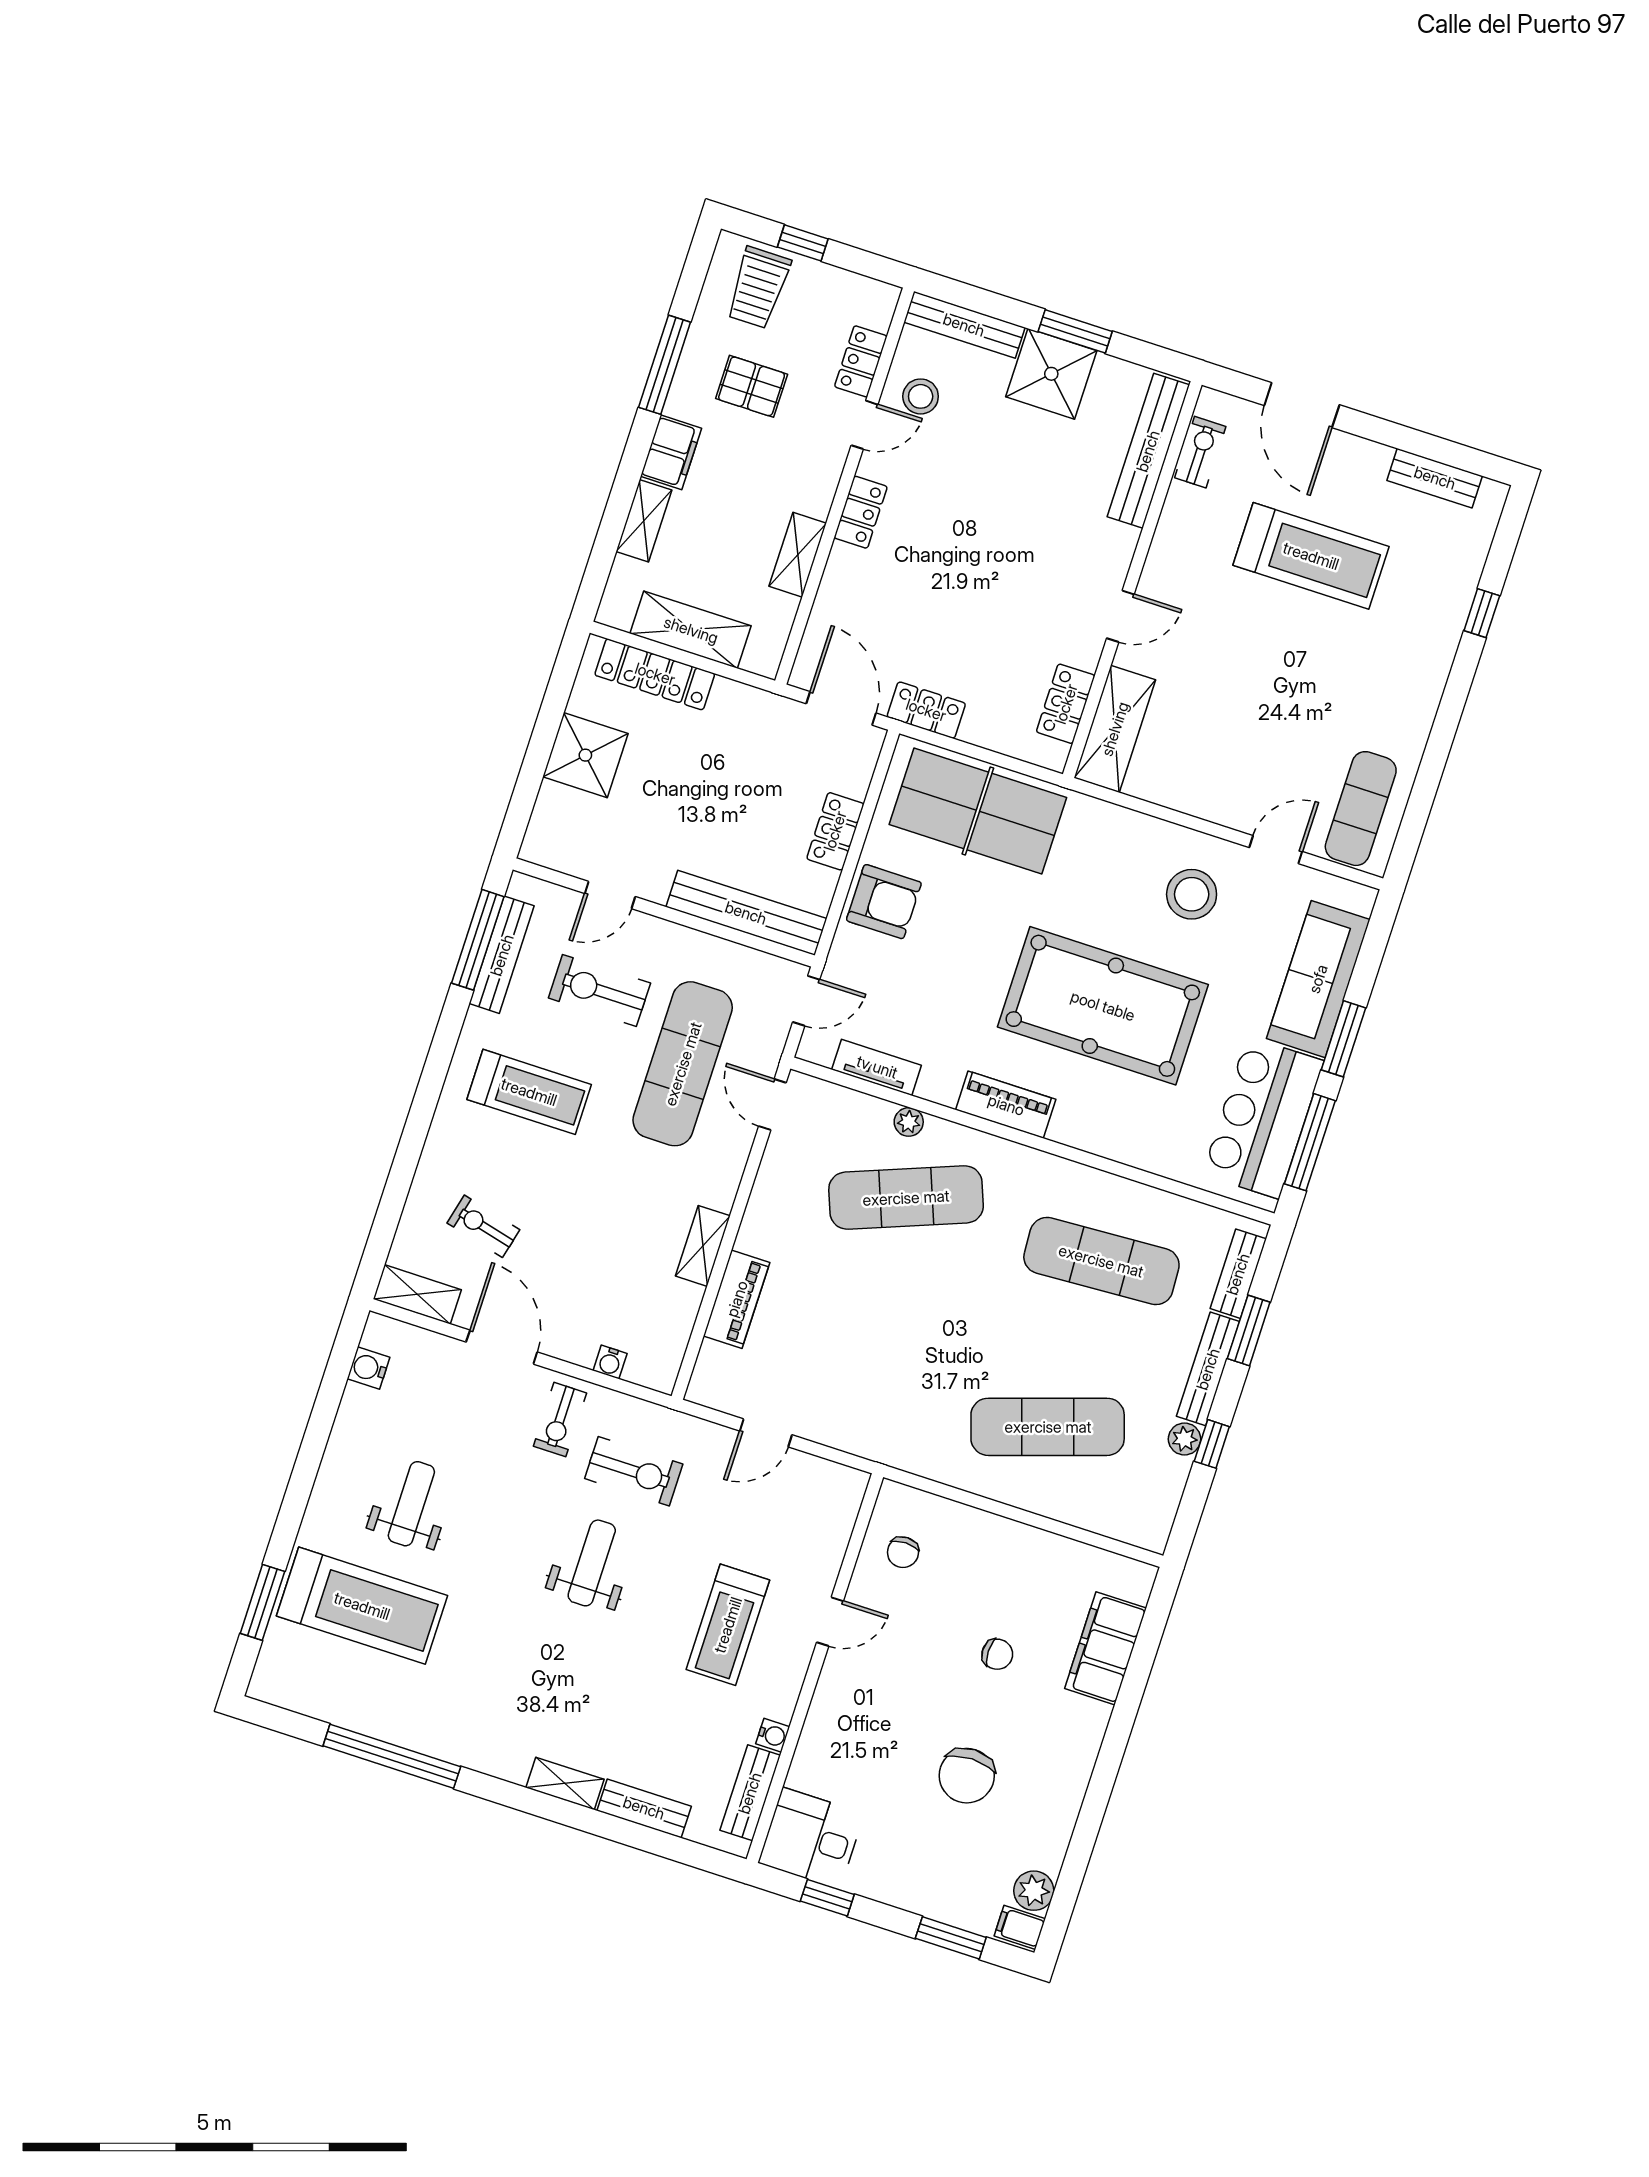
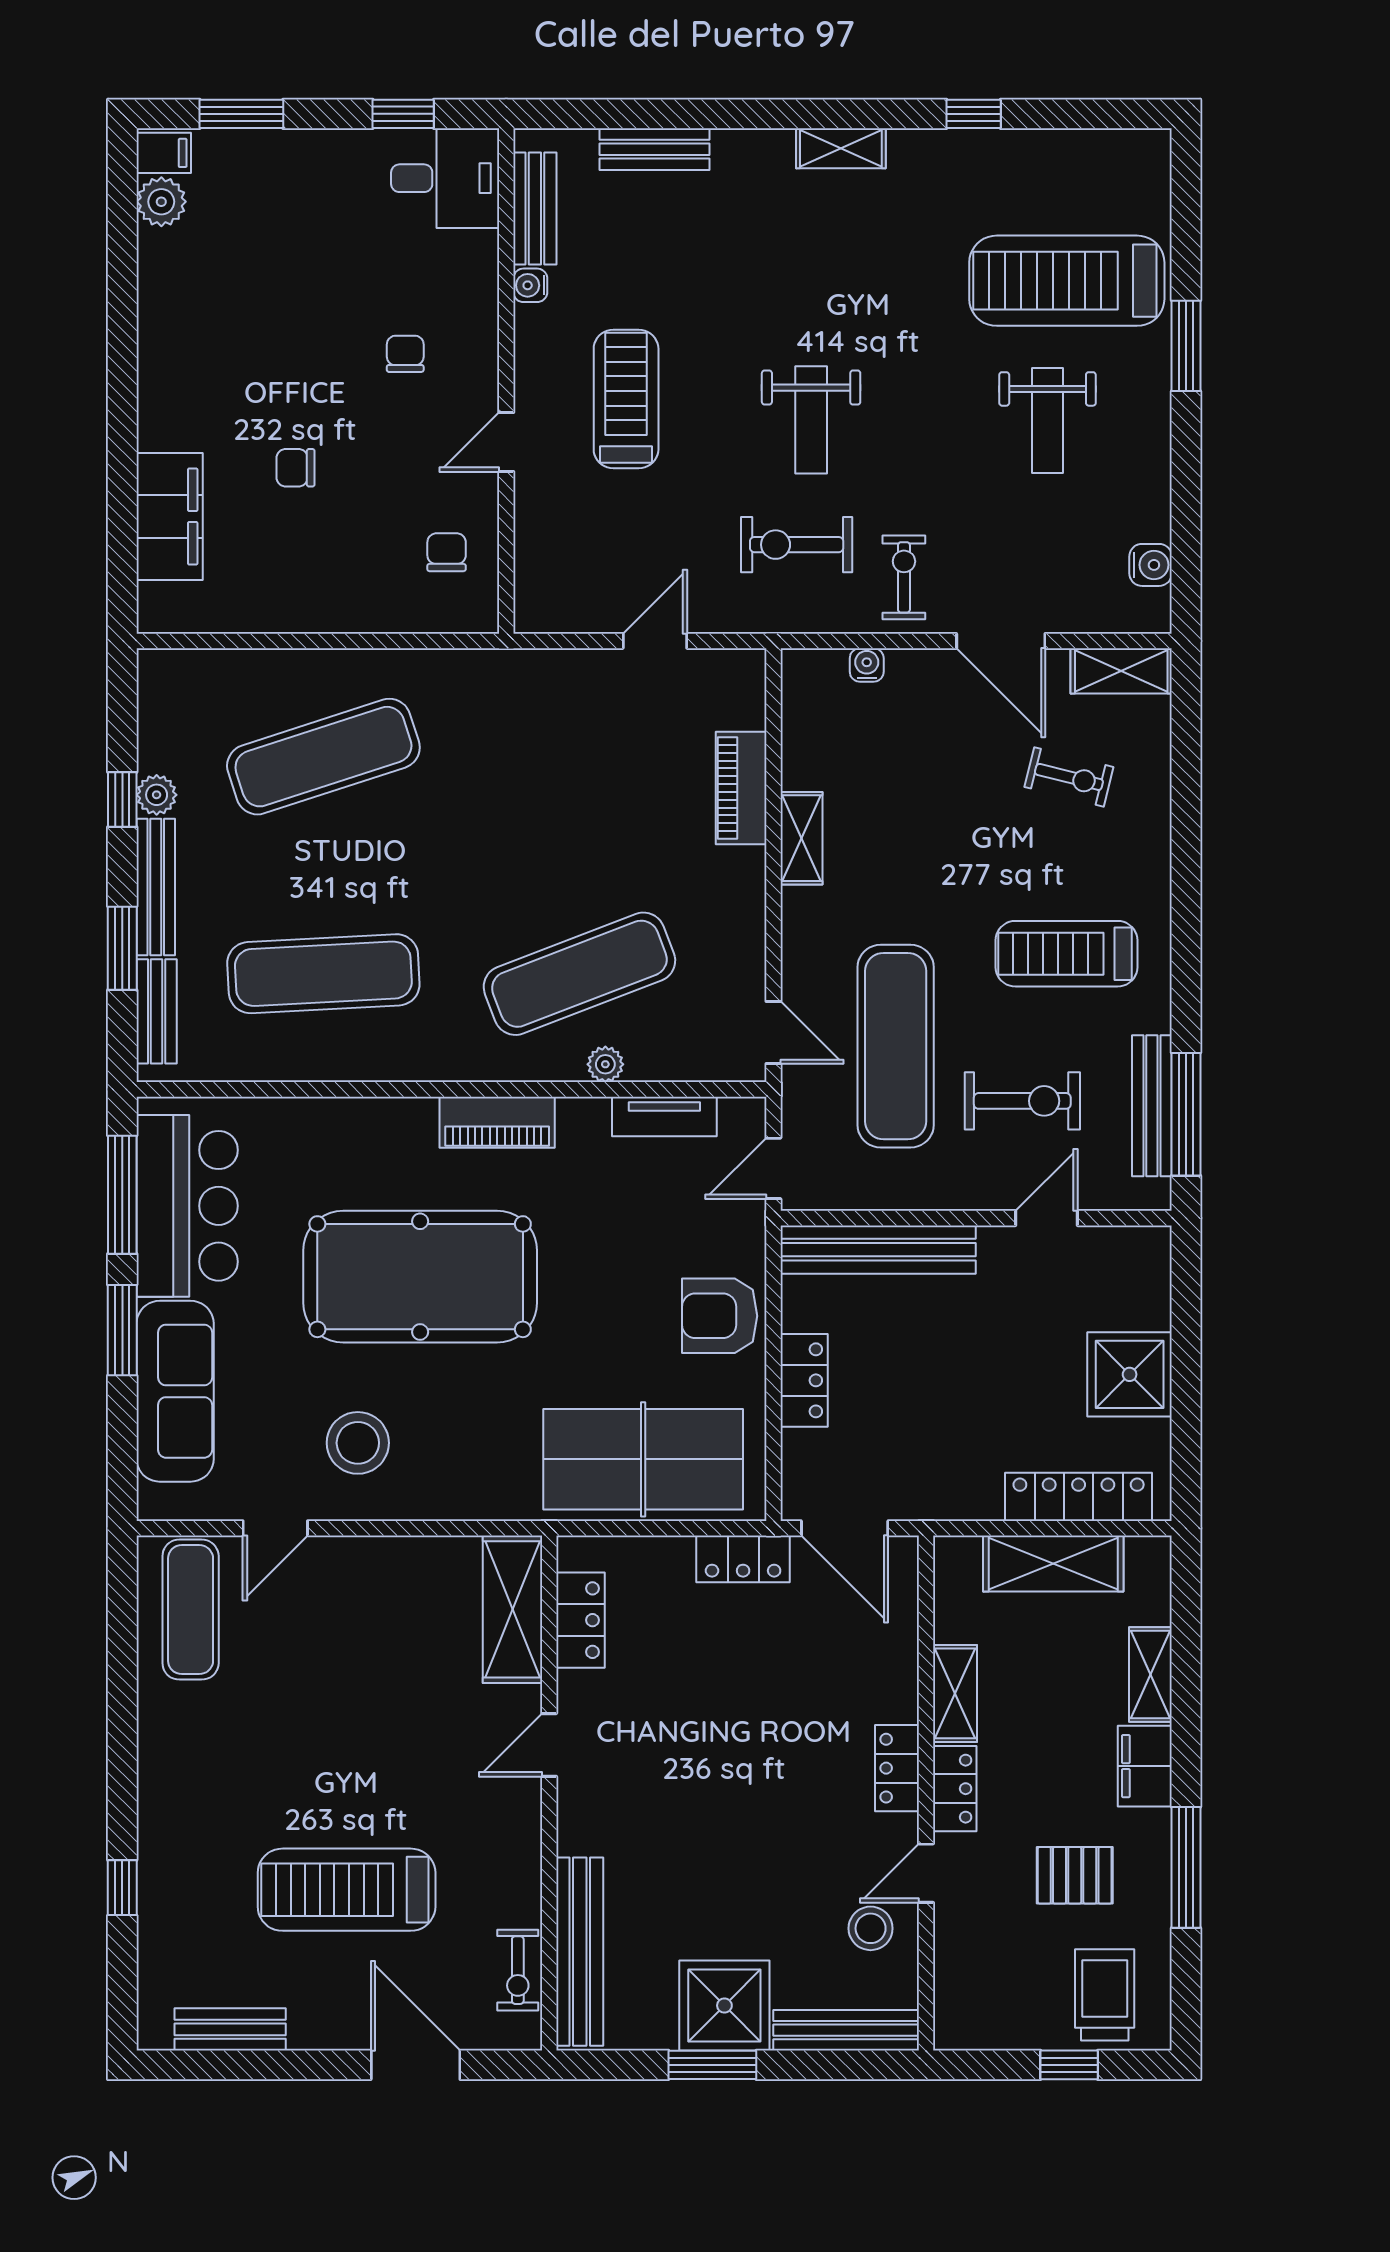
locker: (861, 361) -> (955, 1789), moved
window: (262, 1602) -> (1186, 346), moved
window: (392, 1756) -> (974, 114), width x0.32
chair: (967, 1776) -> (405, 354), moved, width x0.54, depth x0.54
shelving: (565, 1783) -> (841, 148), moved

